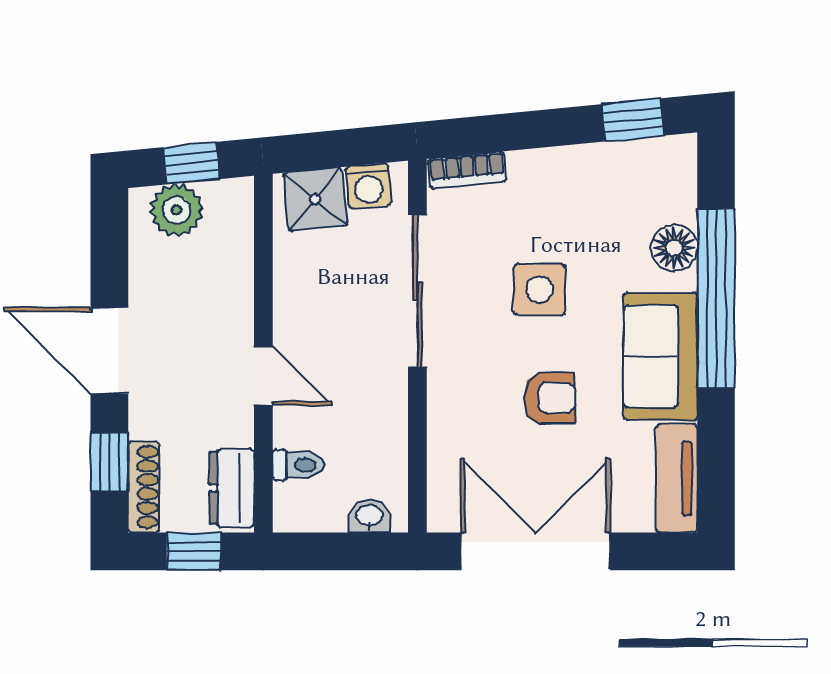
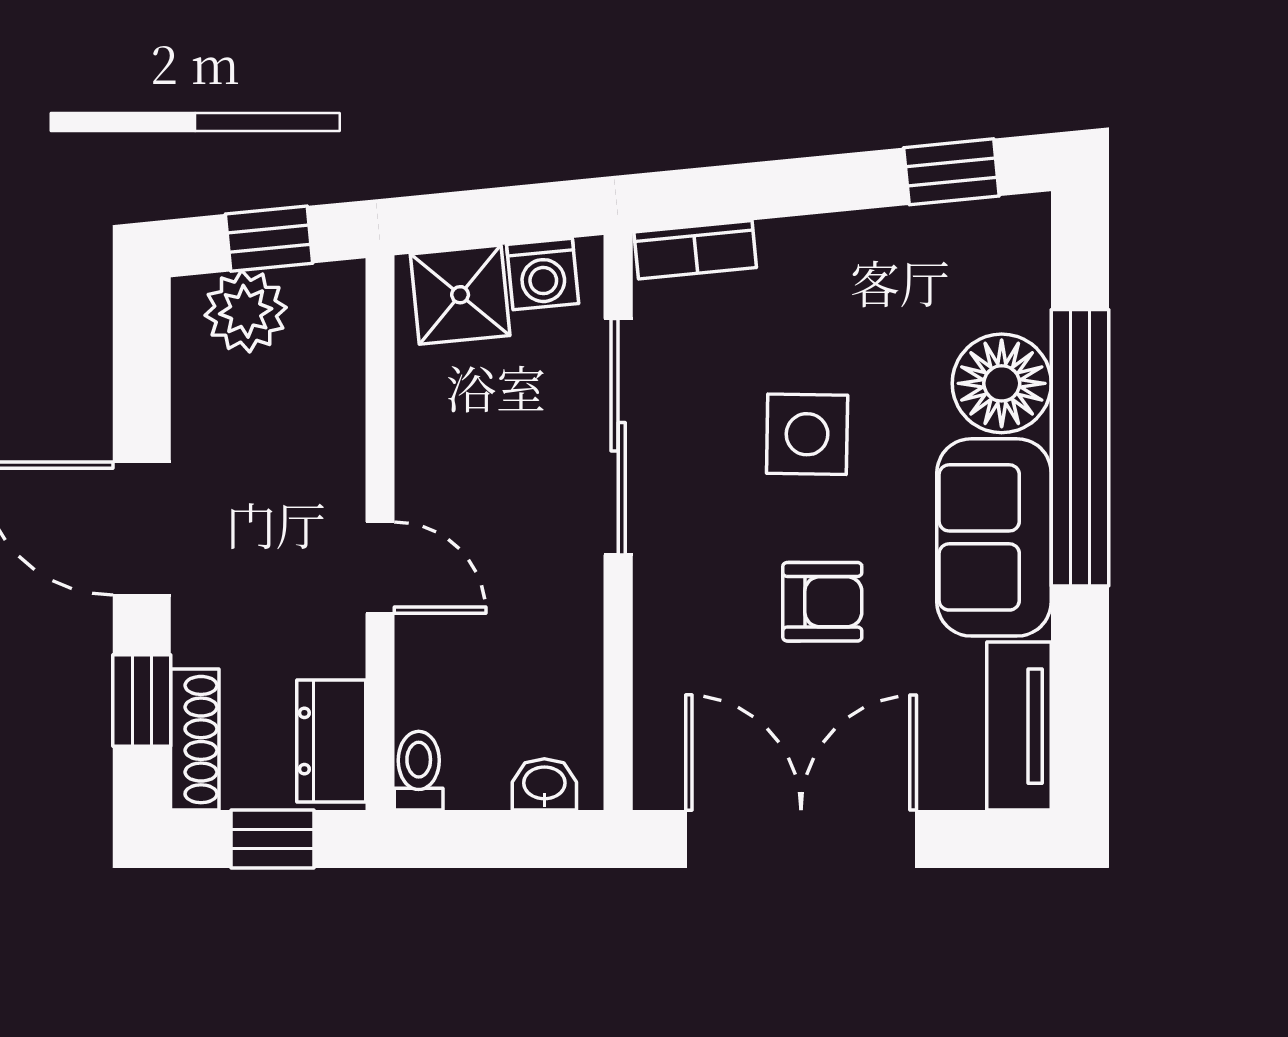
floor lamp: (674, 248) -> (1002, 383), width x1.38, depth x1.38
toilet: (298, 465) -> (419, 771), moved, turned -90

